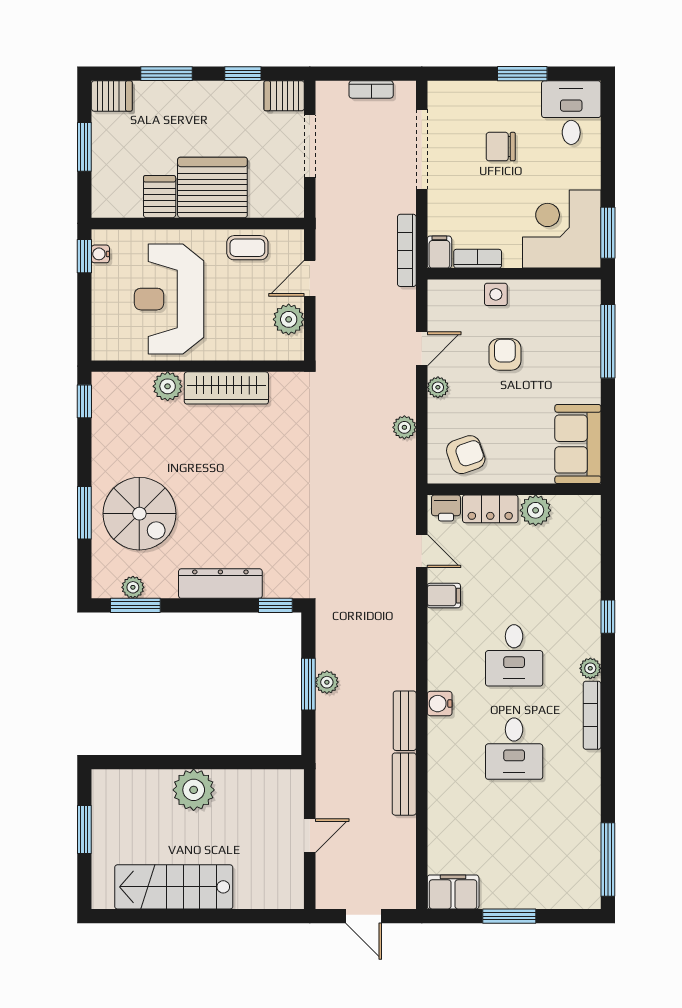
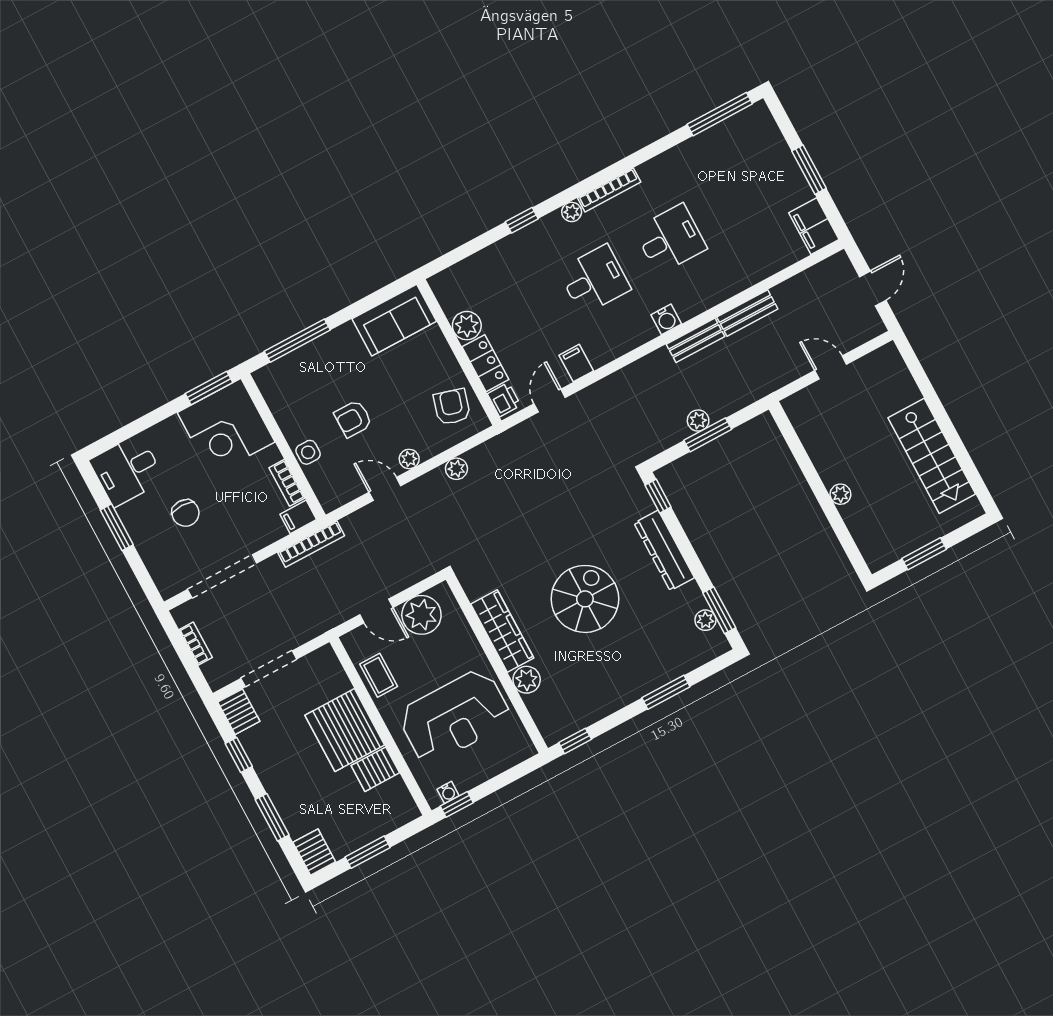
plant: (289, 319) -> (421, 615), width x1.36, depth x1.36
armchair: (466, 455) -> (452, 407), turned 35
spiral stairs: (139, 514) -> (585, 599), moved
plant: (194, 790) -> (840, 494), width x0.53, depth x0.53

